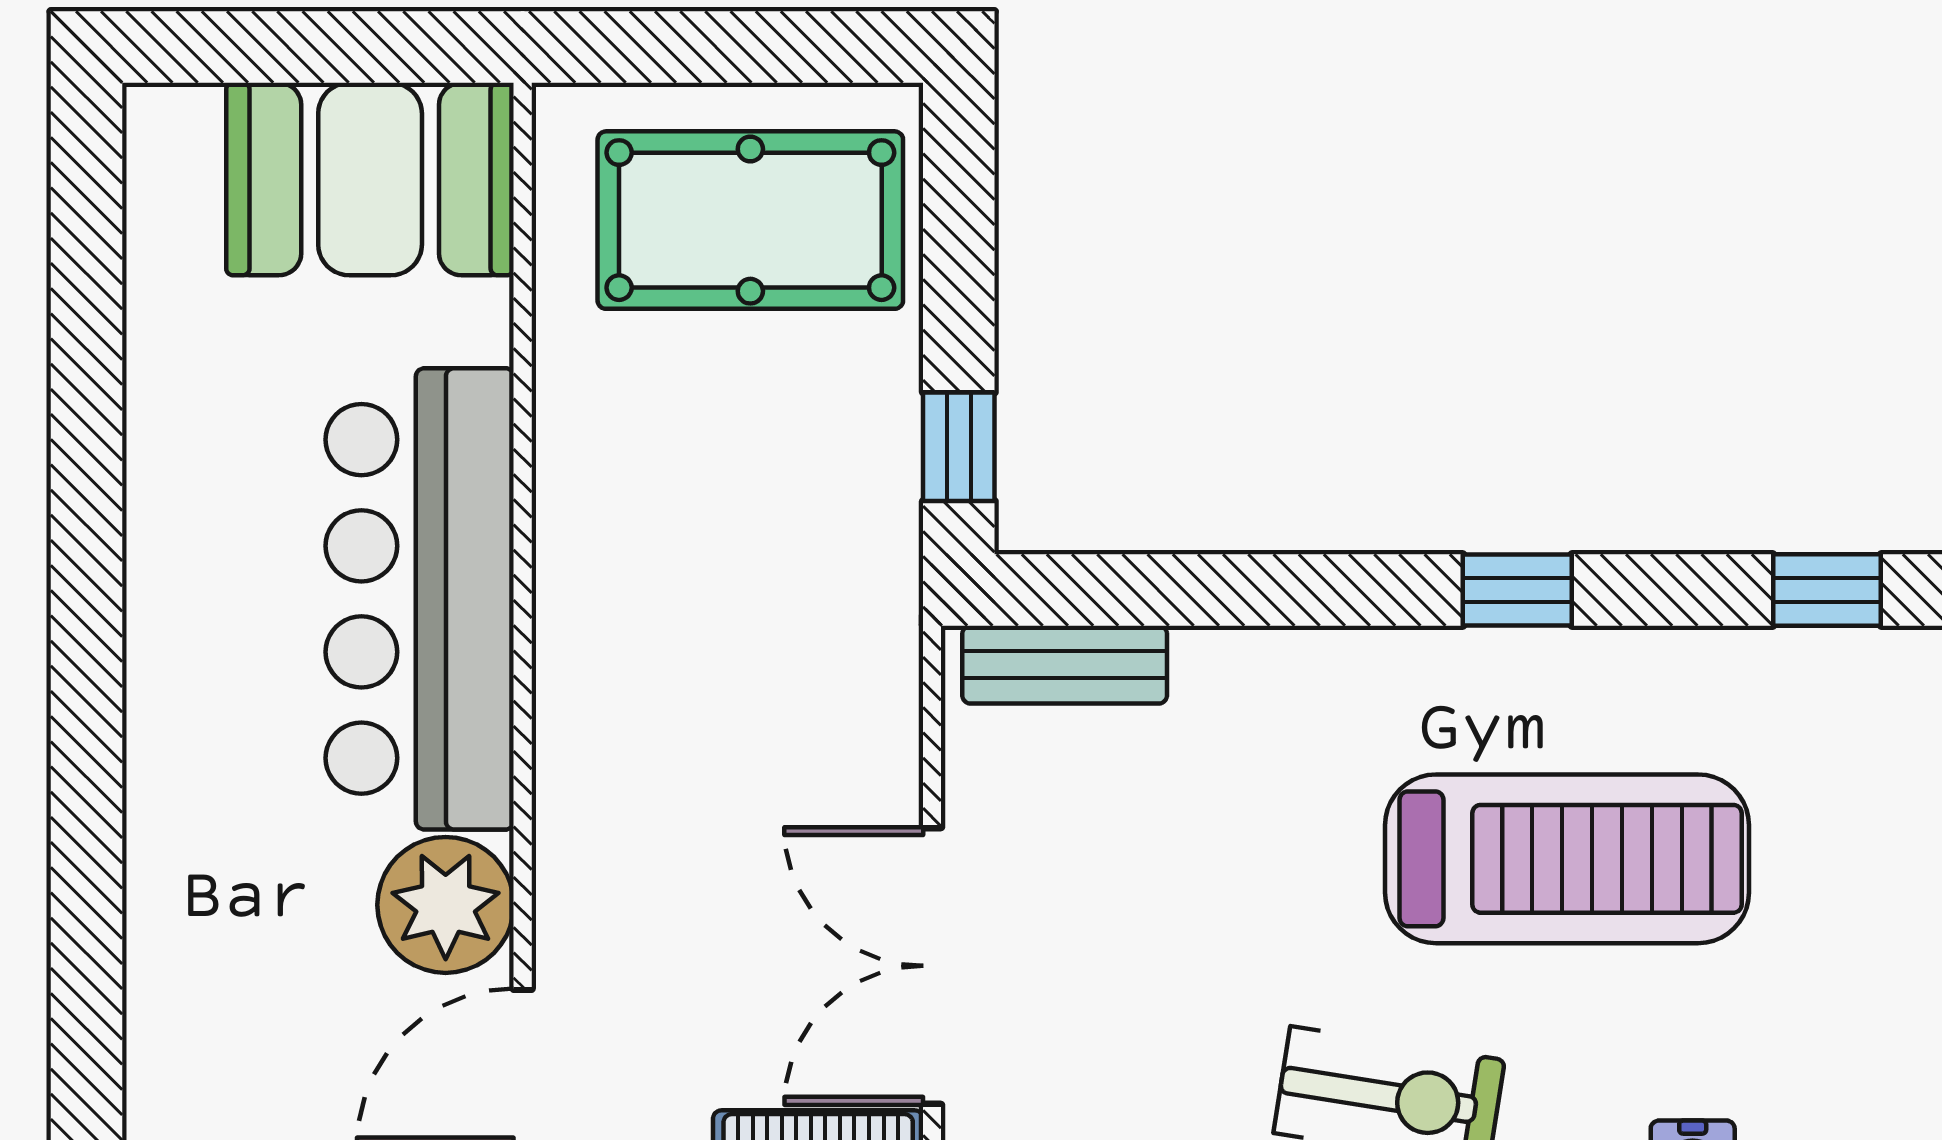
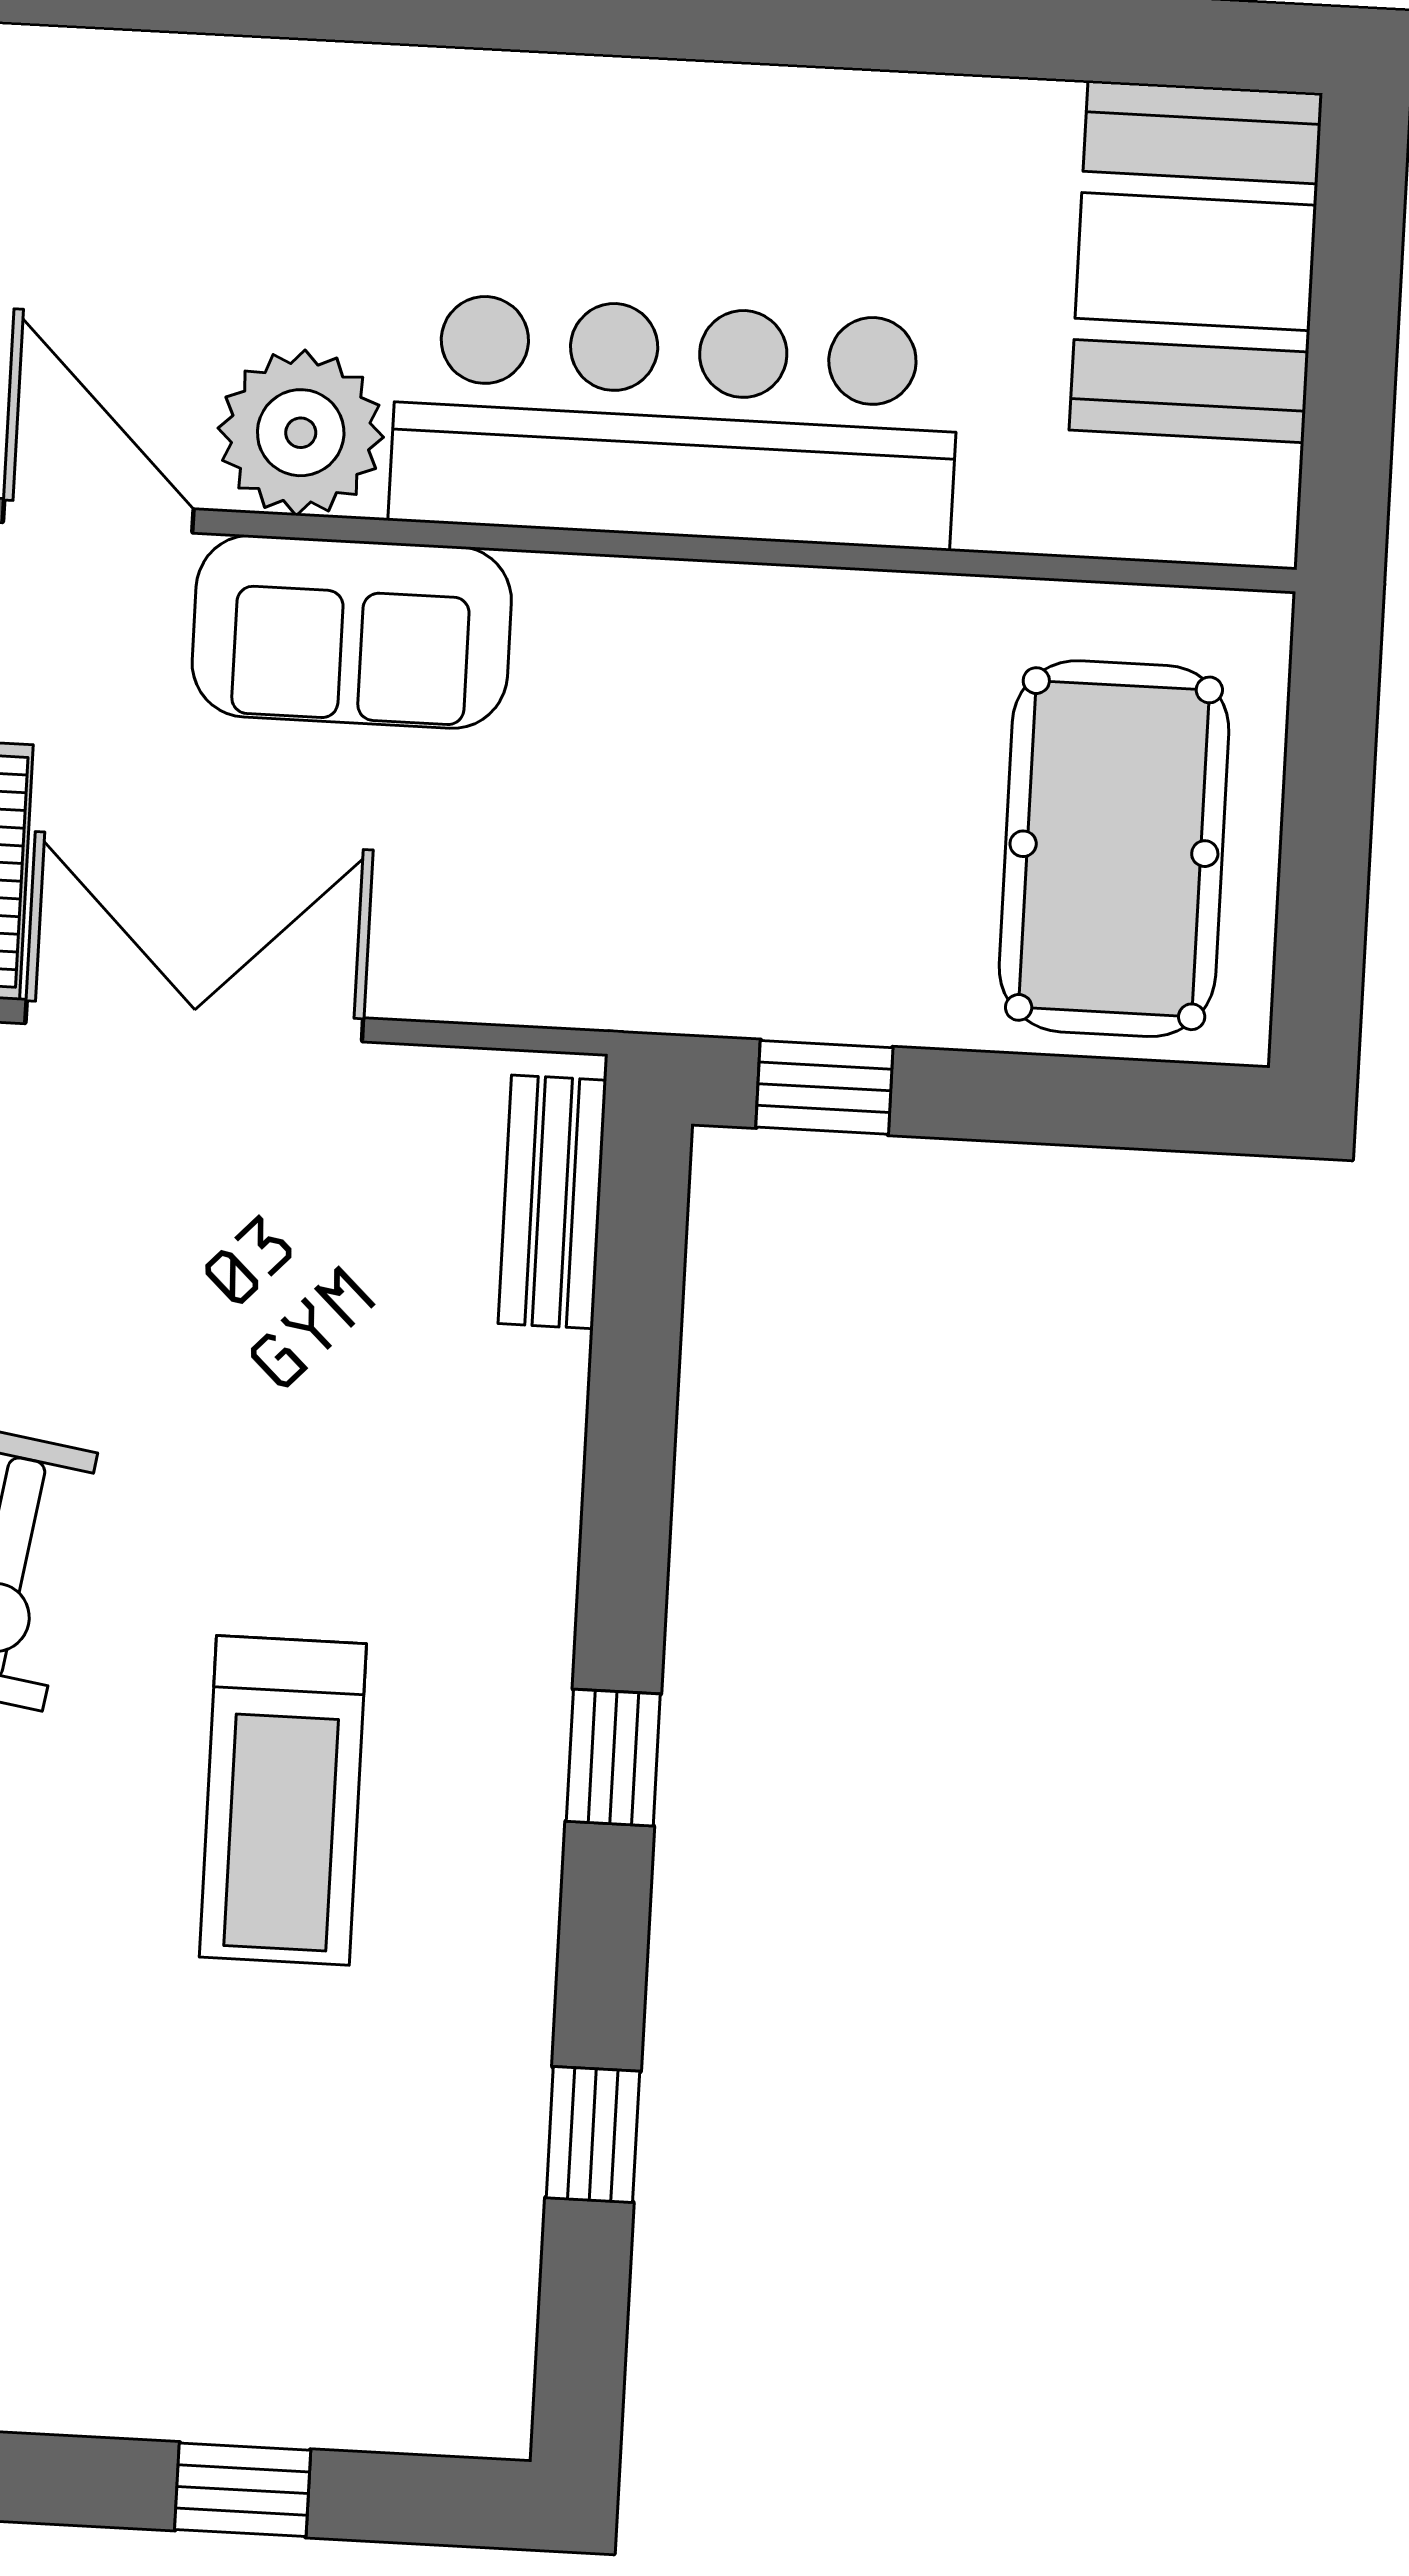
booth: (370, 179) -> (1196, 262), moved
sofa: (606, 854) -> (352, 632), added
treadmill: (1567, 859) -> (283, 1800), width x0.73, depth x0.73

